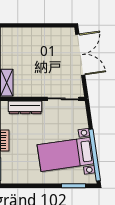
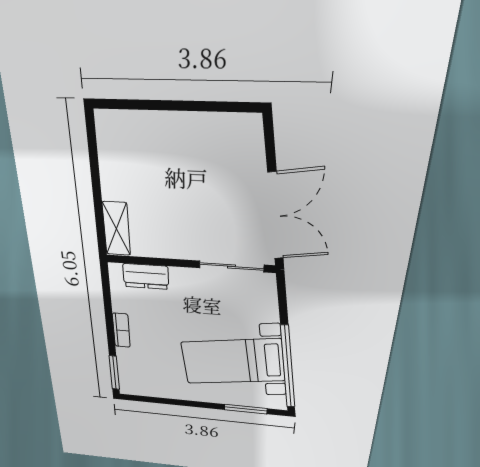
double door: (80, 55) -> (276, 216), moved
dresser: (25, 107) -> (146, 276), width x0.70

